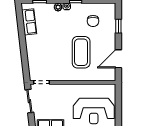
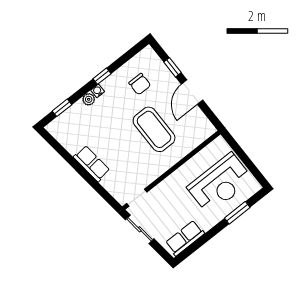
row of seats: (29, 22) -> (92, 164), moved
door: (118, 59) -> (192, 92), moved

